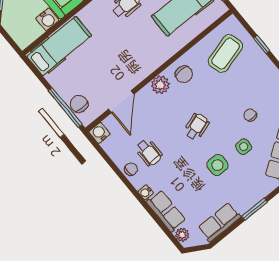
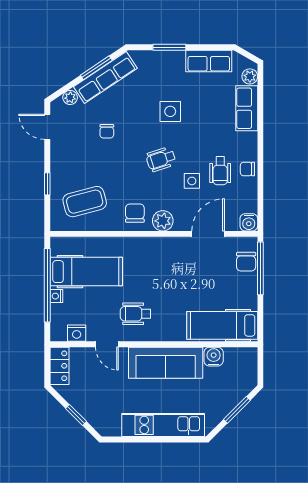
side table: (244, 147) -> (192, 181), moved
wheelchair: (149, 152) -> (220, 171), turned 180
water cooler: (146, 192) -> (251, 139), removed

